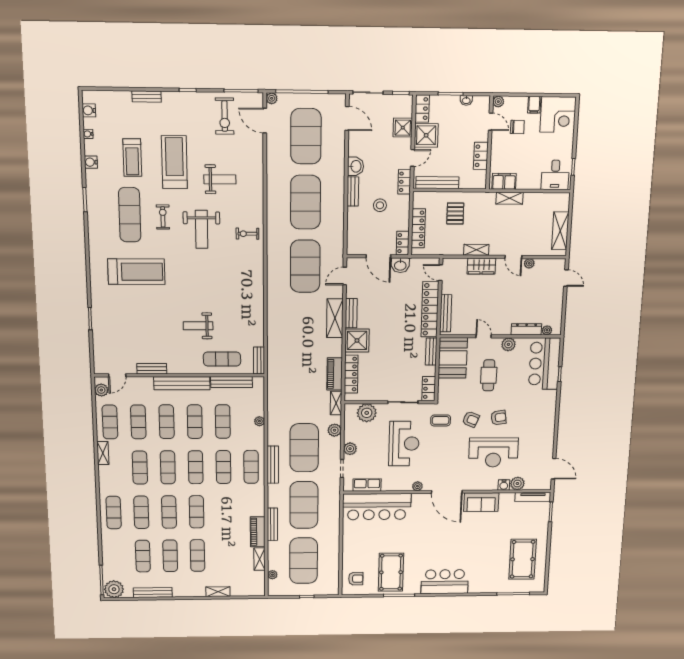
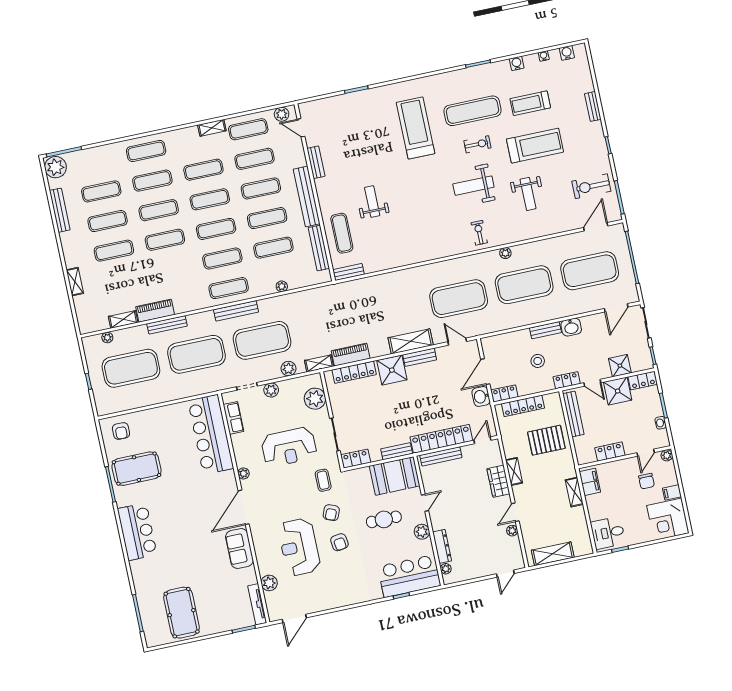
plant: (272, 98) -> (505, 253), moved
pallet: (455, 214) -> (546, 440), width x1.50, depth x1.42
treadmill: (136, 272) -> (416, 128), turned 180
water cooler: (504, 485) -> (264, 568), removed
pool table: (523, 559) -> (182, 613), turned 90

